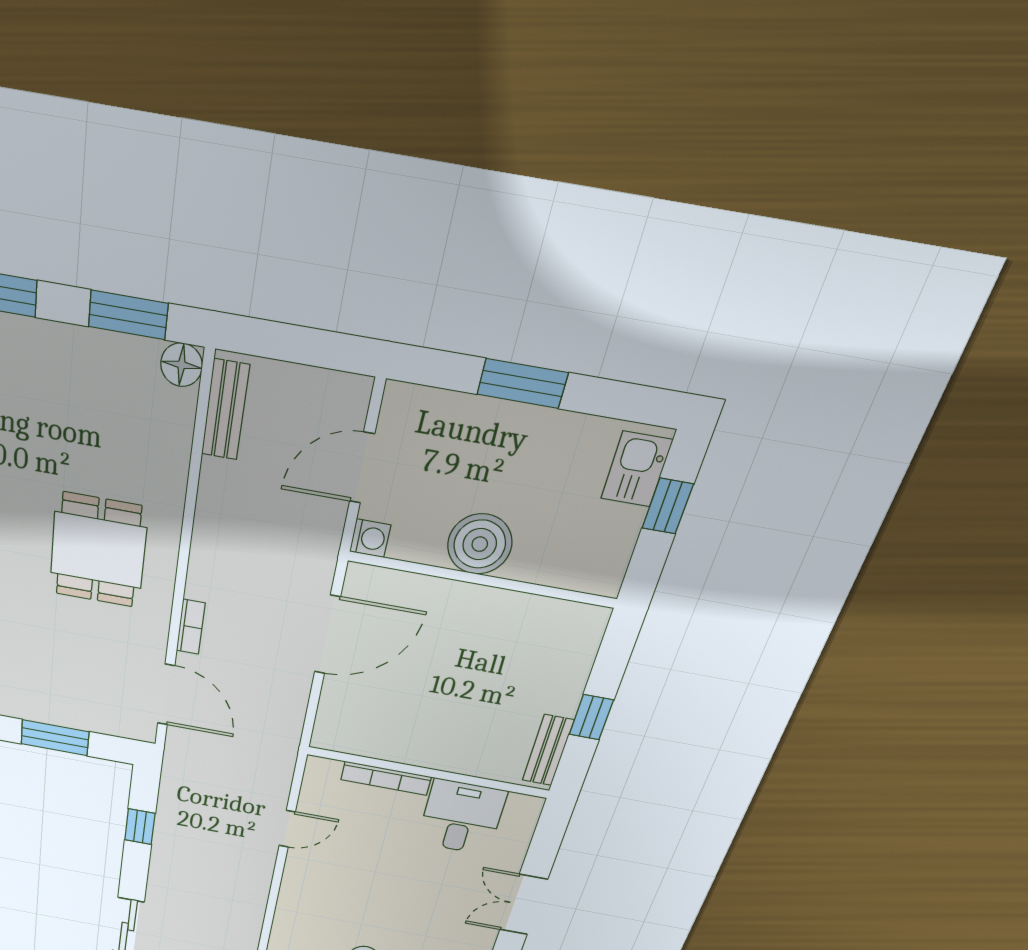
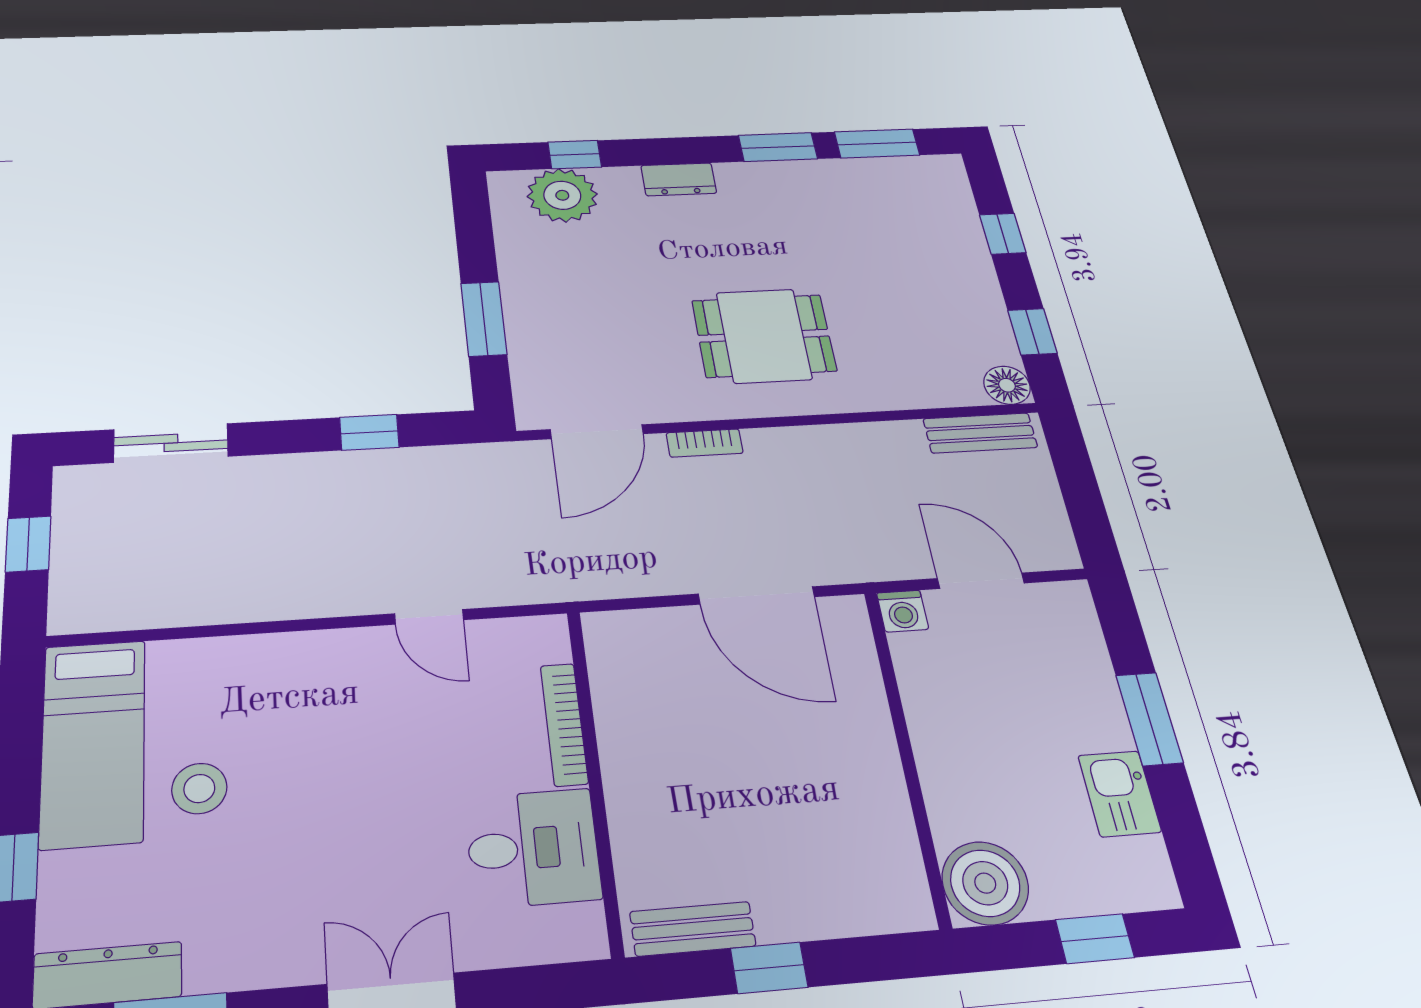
window: (128, 315) -> (1032, 332), width x0.67
kitchen sink: (637, 469) -> (1119, 794), moved, turned -90
boiler: (480, 544) -> (985, 883), moved

